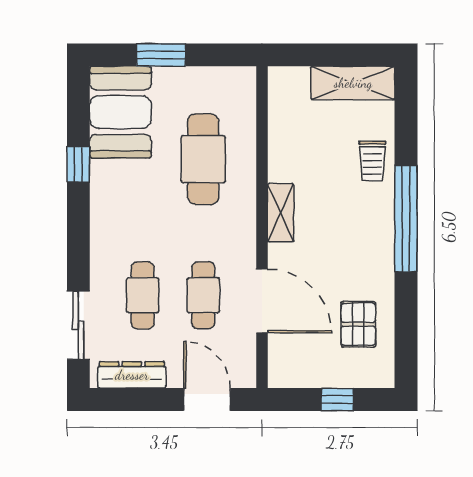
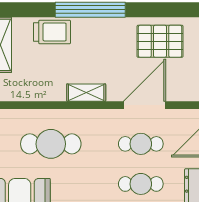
trolley: (372, 161) -> (52, 32), width x1.36, depth x1.39
pallet: (358, 324) -> (160, 41), width x1.50, depth x1.42

